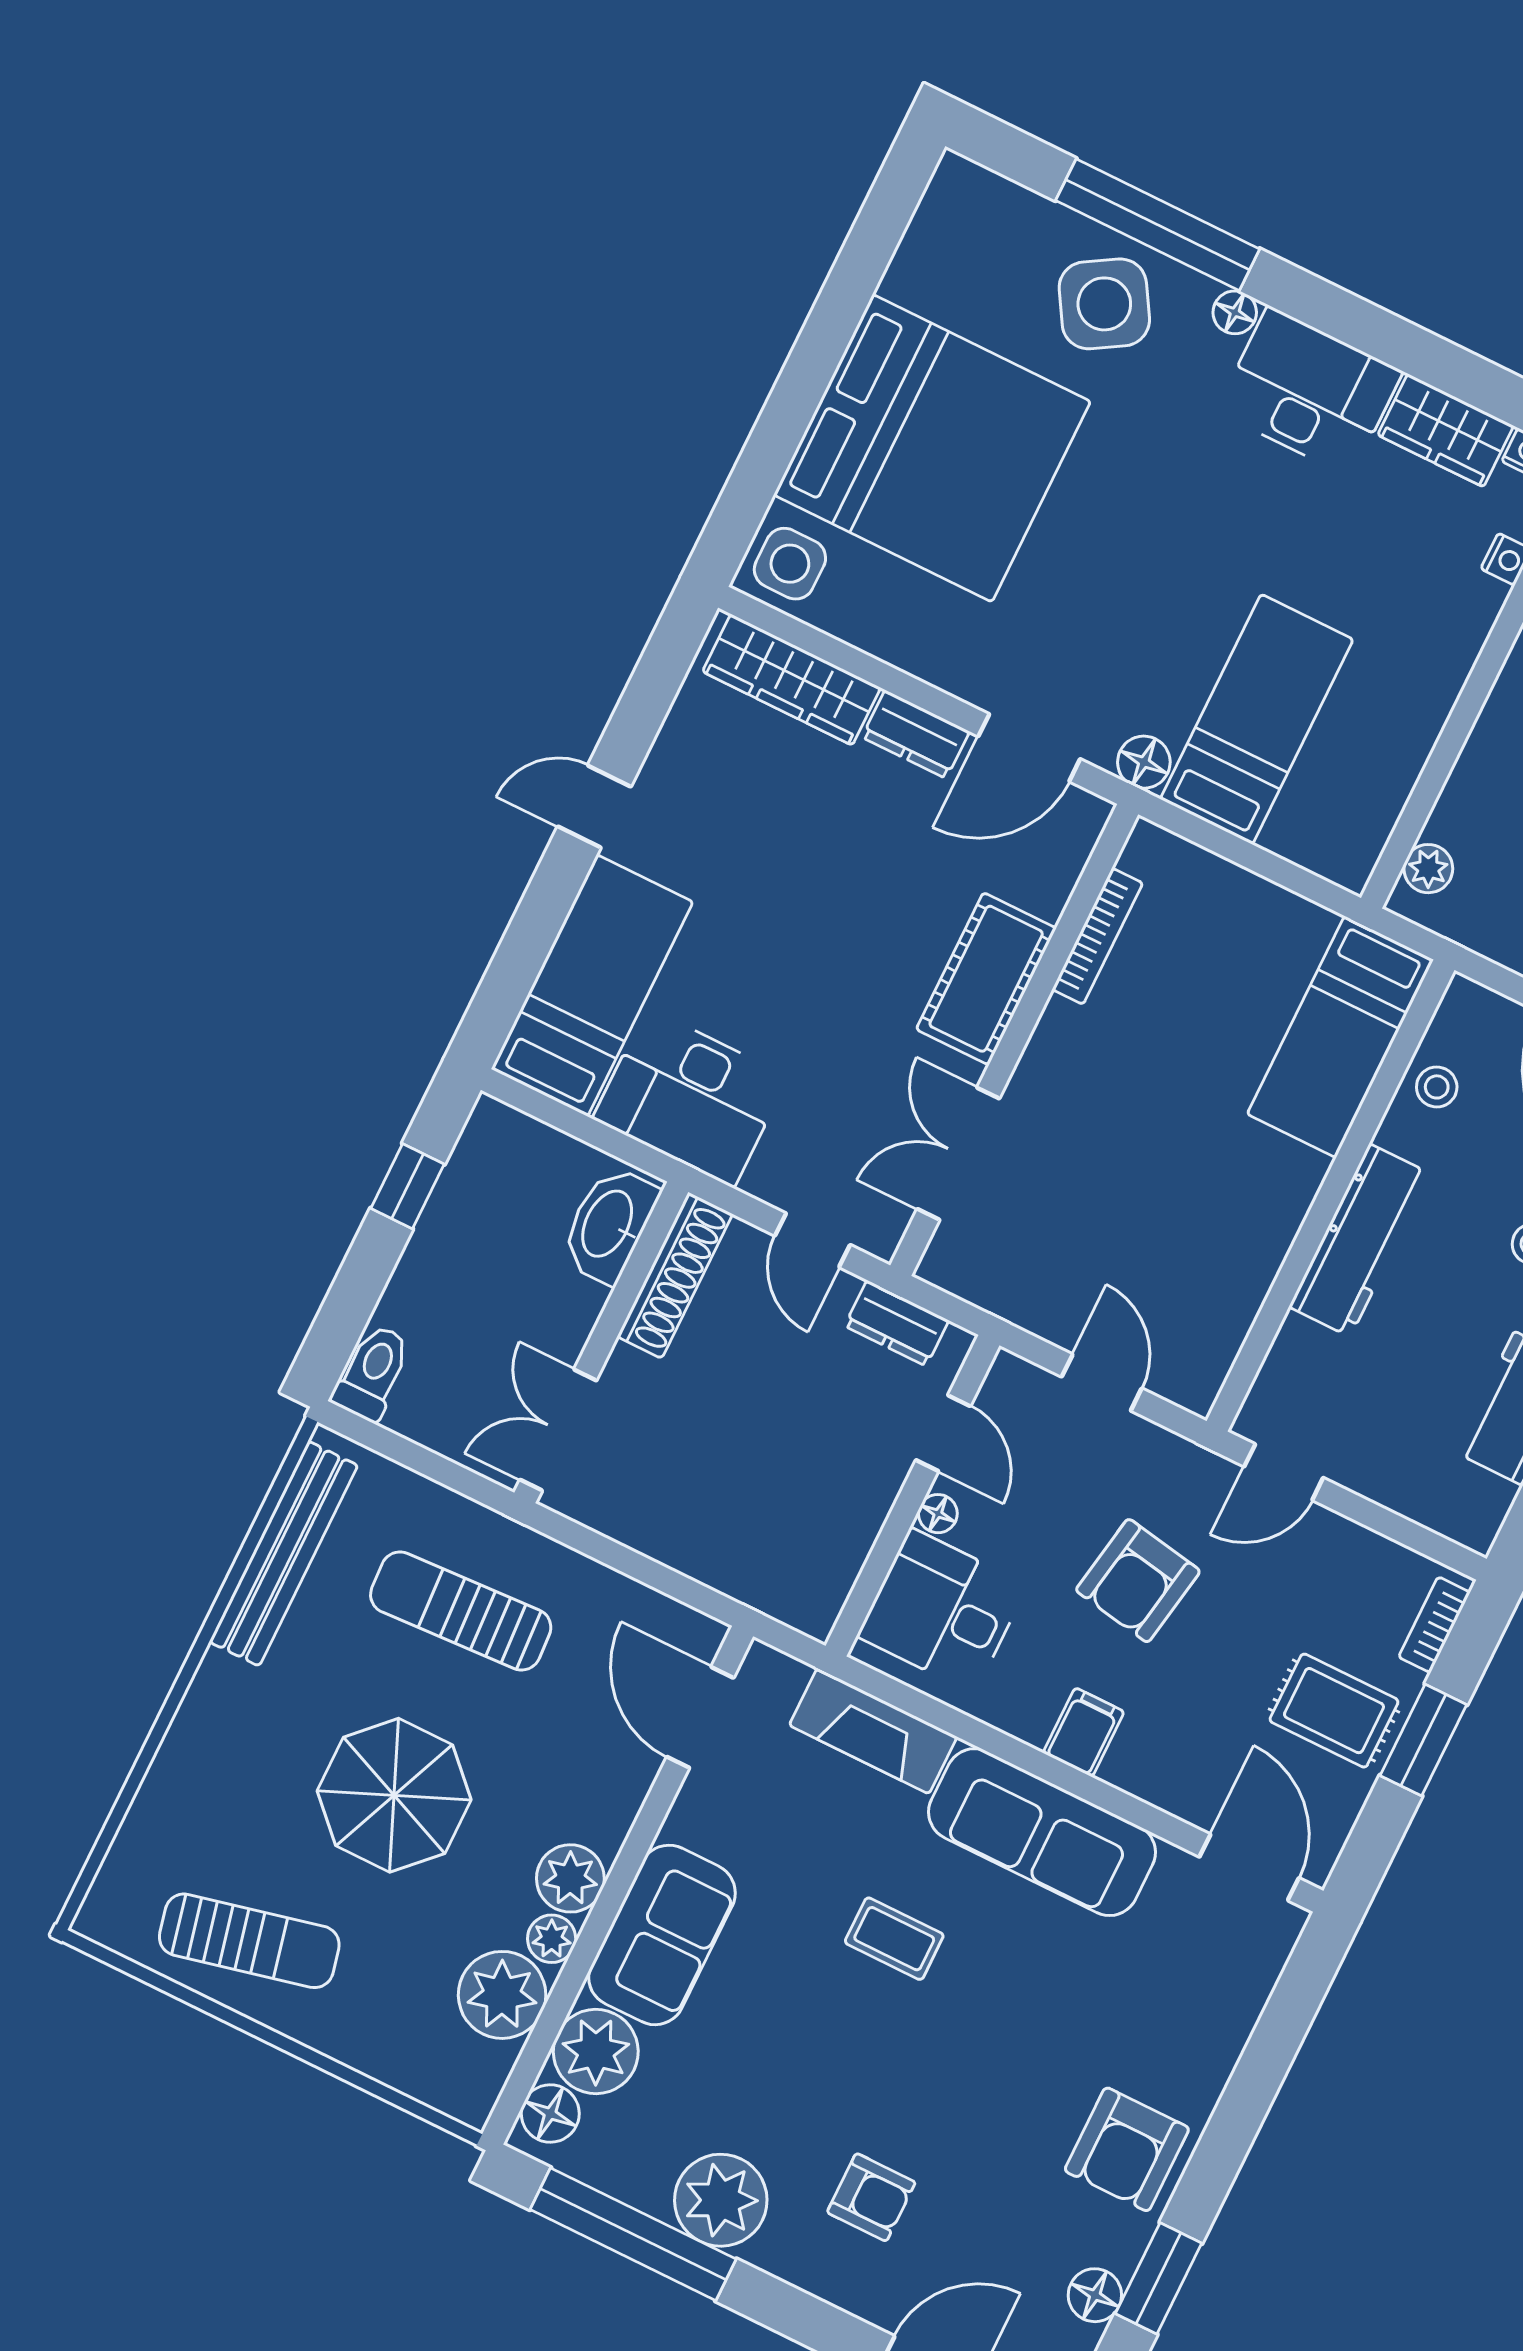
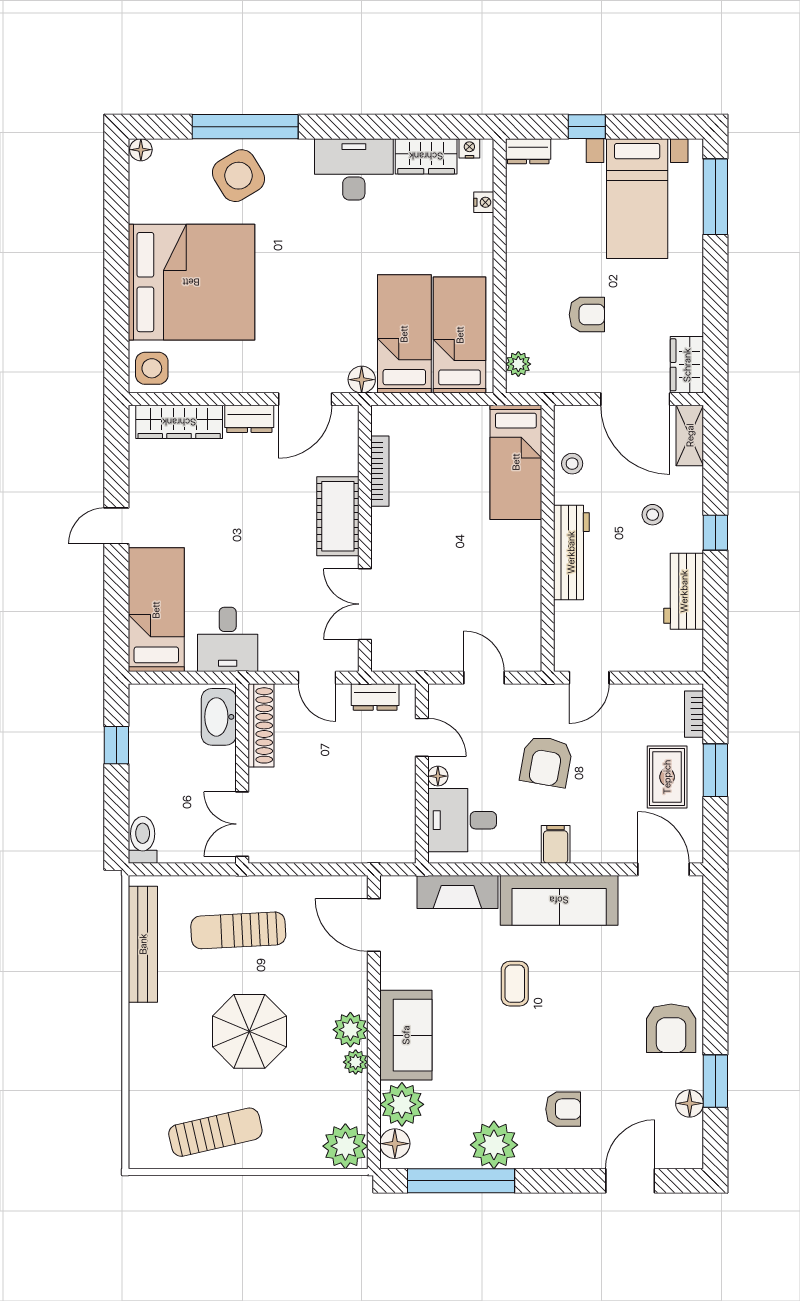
floor lamp: (1235, 312) -> (141, 150), moved
bed: (1351, 768) -> (460, 335), added
desk: (690, 1098) -> (228, 639), width x0.73
rug: (1334, 1711) -> (667, 777), turned 90
coffee table: (894, 1939) -> (515, 984), turned 90
plant: (502, 1995) -> (345, 1146), moved

